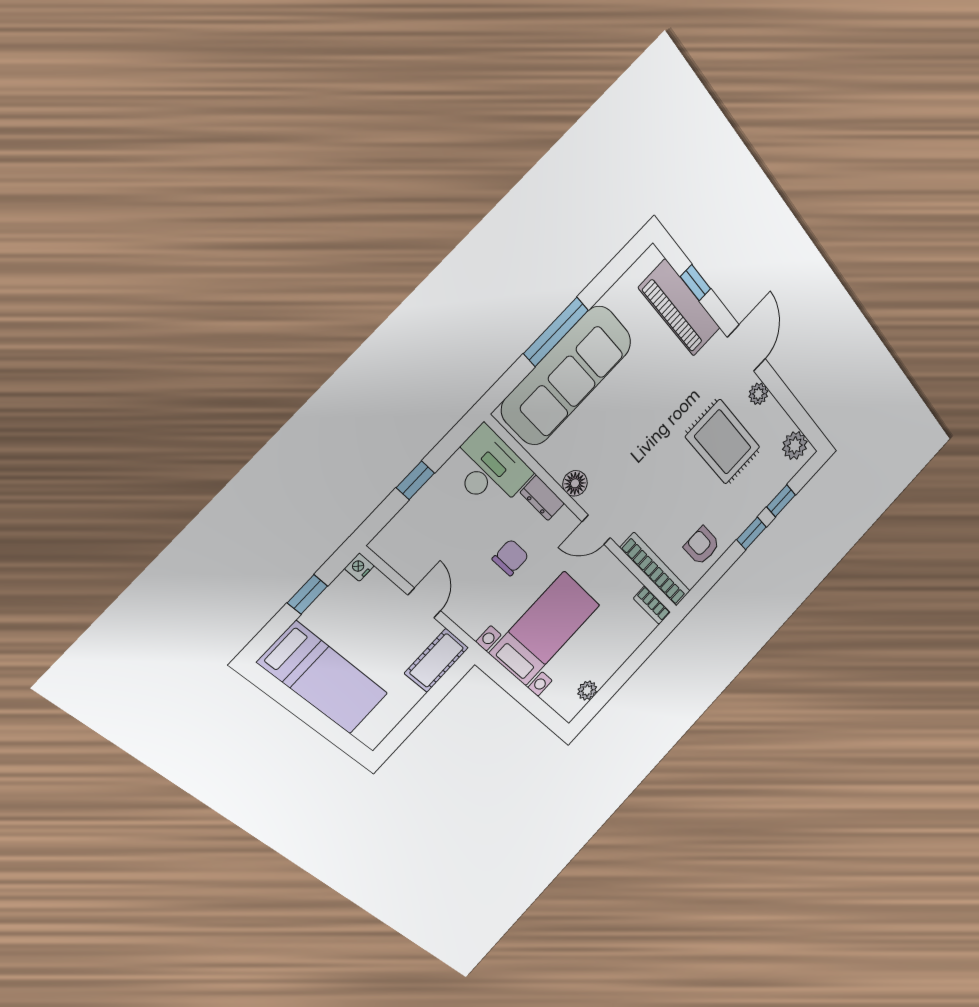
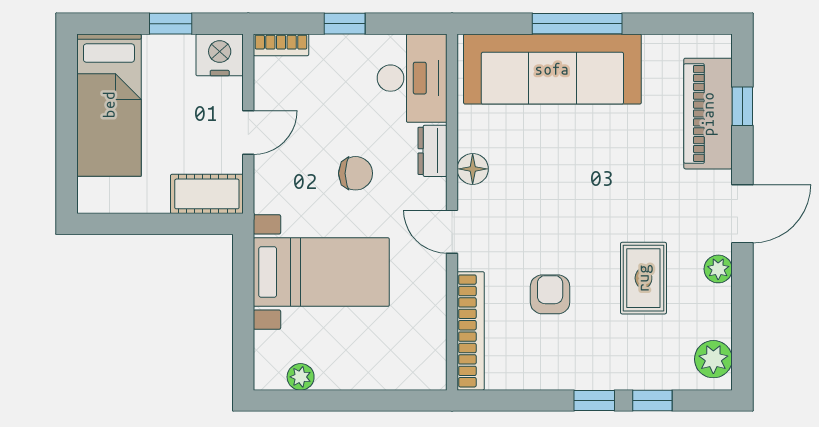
rug: (723, 442) -> (643, 278), width x0.73, depth x0.70
armchair: (702, 546) -> (550, 294), moved
nightstand: (359, 567) -> (220, 55), width x1.89, depth x1.79
bookcase: (652, 605) -> (281, 45), moved, turned -90

